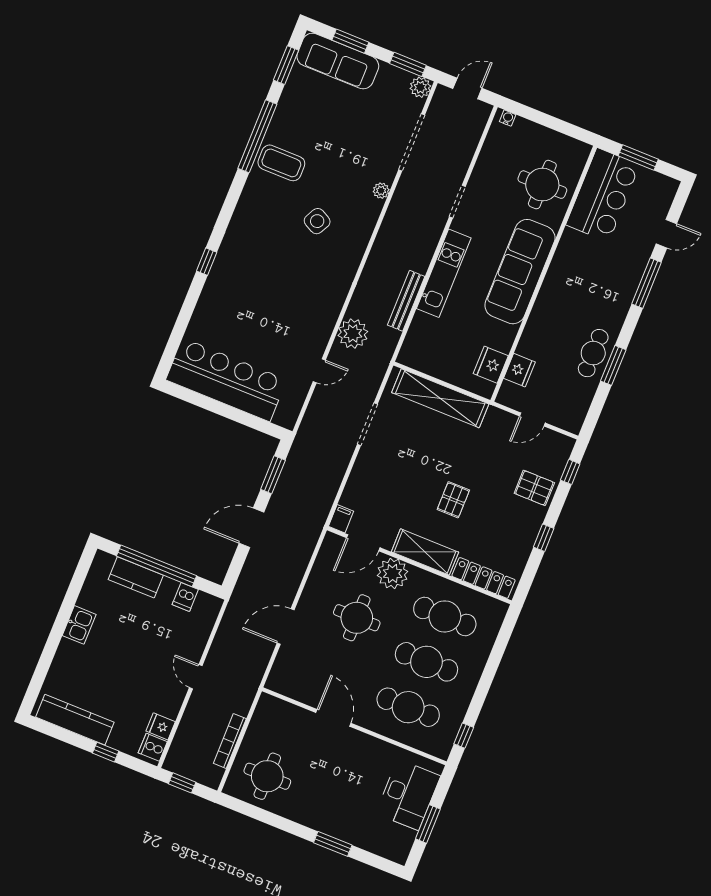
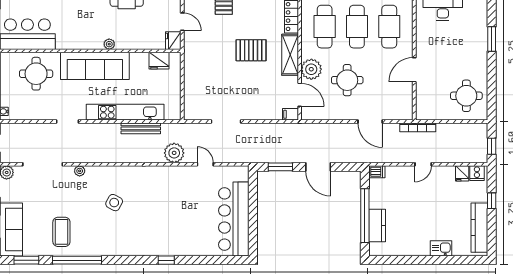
coffee table: (281, 163) -> (61, 232), moved
kitchen unit: (444, 273) -> (125, 112), width x1.36
plant: (542, 304) -> (109, 44), added
fridge: (519, 370) -> (173, 41), moved, turned -90
shelving: (440, 398) -> (192, 83), removed
pallet: (453, 500) -> (251, 50), width x1.50, depth x1.42
dishwasher: (185, 597) -> (377, 172), moved
kitchen sink: (79, 625) -> (441, 248), moved
bookcase: (230, 741) -> (418, 127), moved

